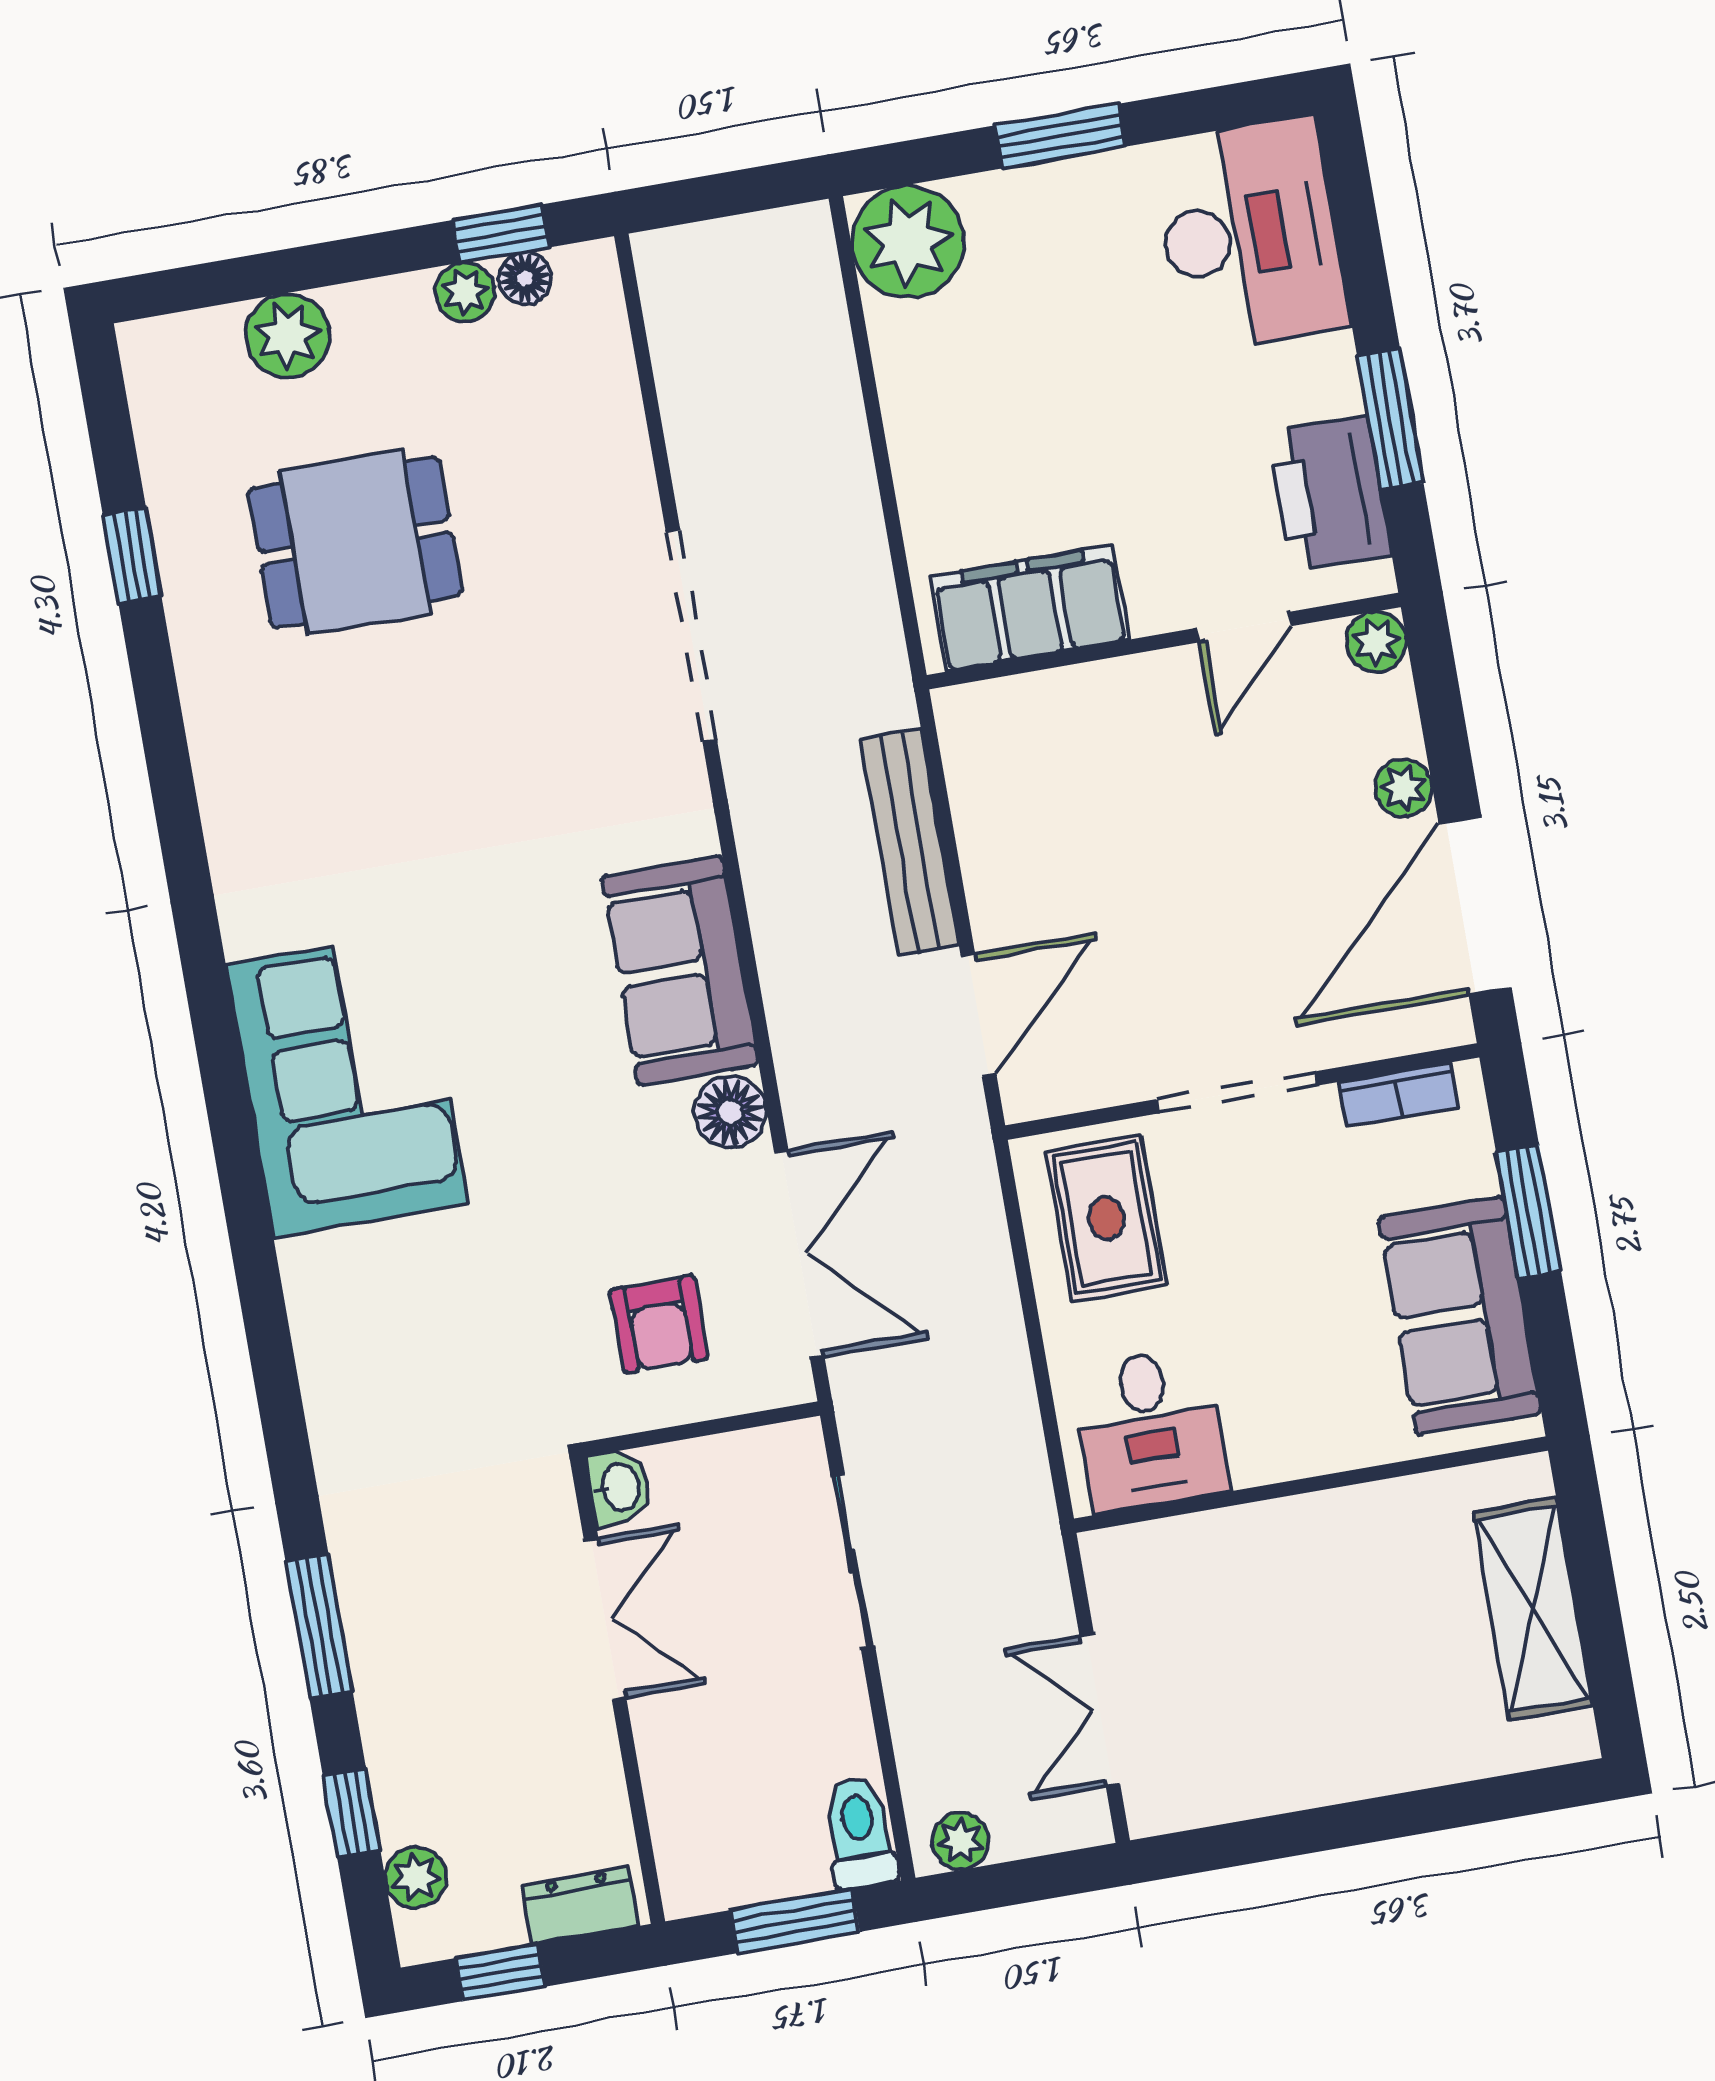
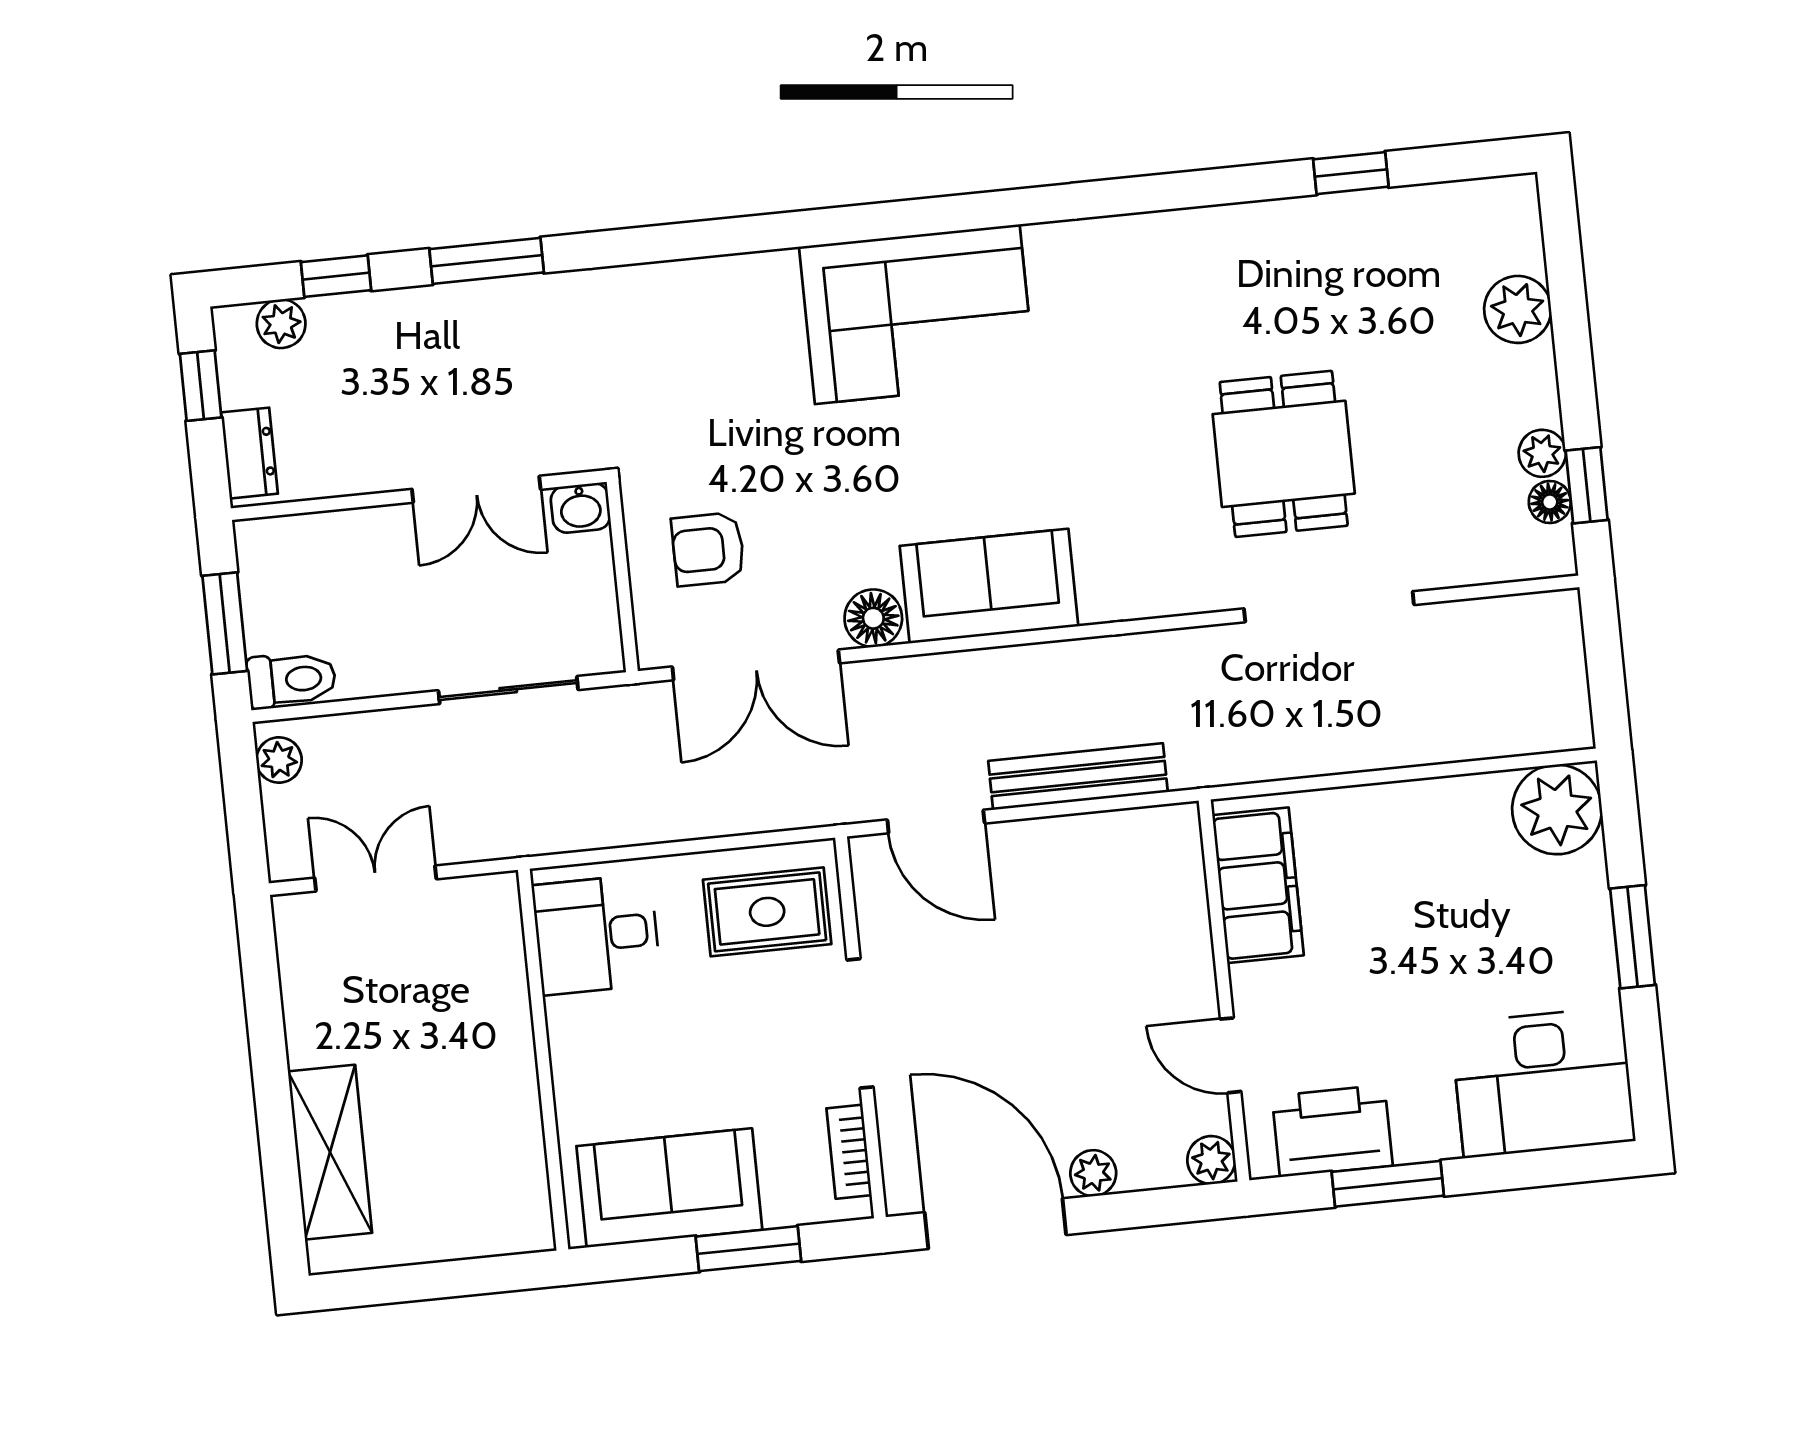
dining table: (355, 542) -> (1284, 454), moved
doorway: (691, 636) -> (1329, 607), moved
shelving: (1533, 1609) -> (330, 1152), moved, turned 90

